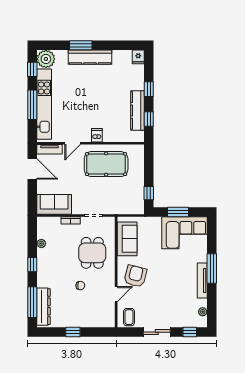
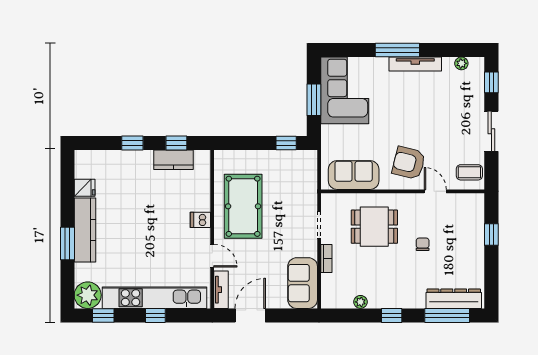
fridge: (138, 57) -> (85, 188), moved
window: (32, 105) -> (155, 315), width x0.46
kitchen counter: (137, 110) -> (174, 160), width x0.67
window: (73, 332) -> (491, 235), moved

